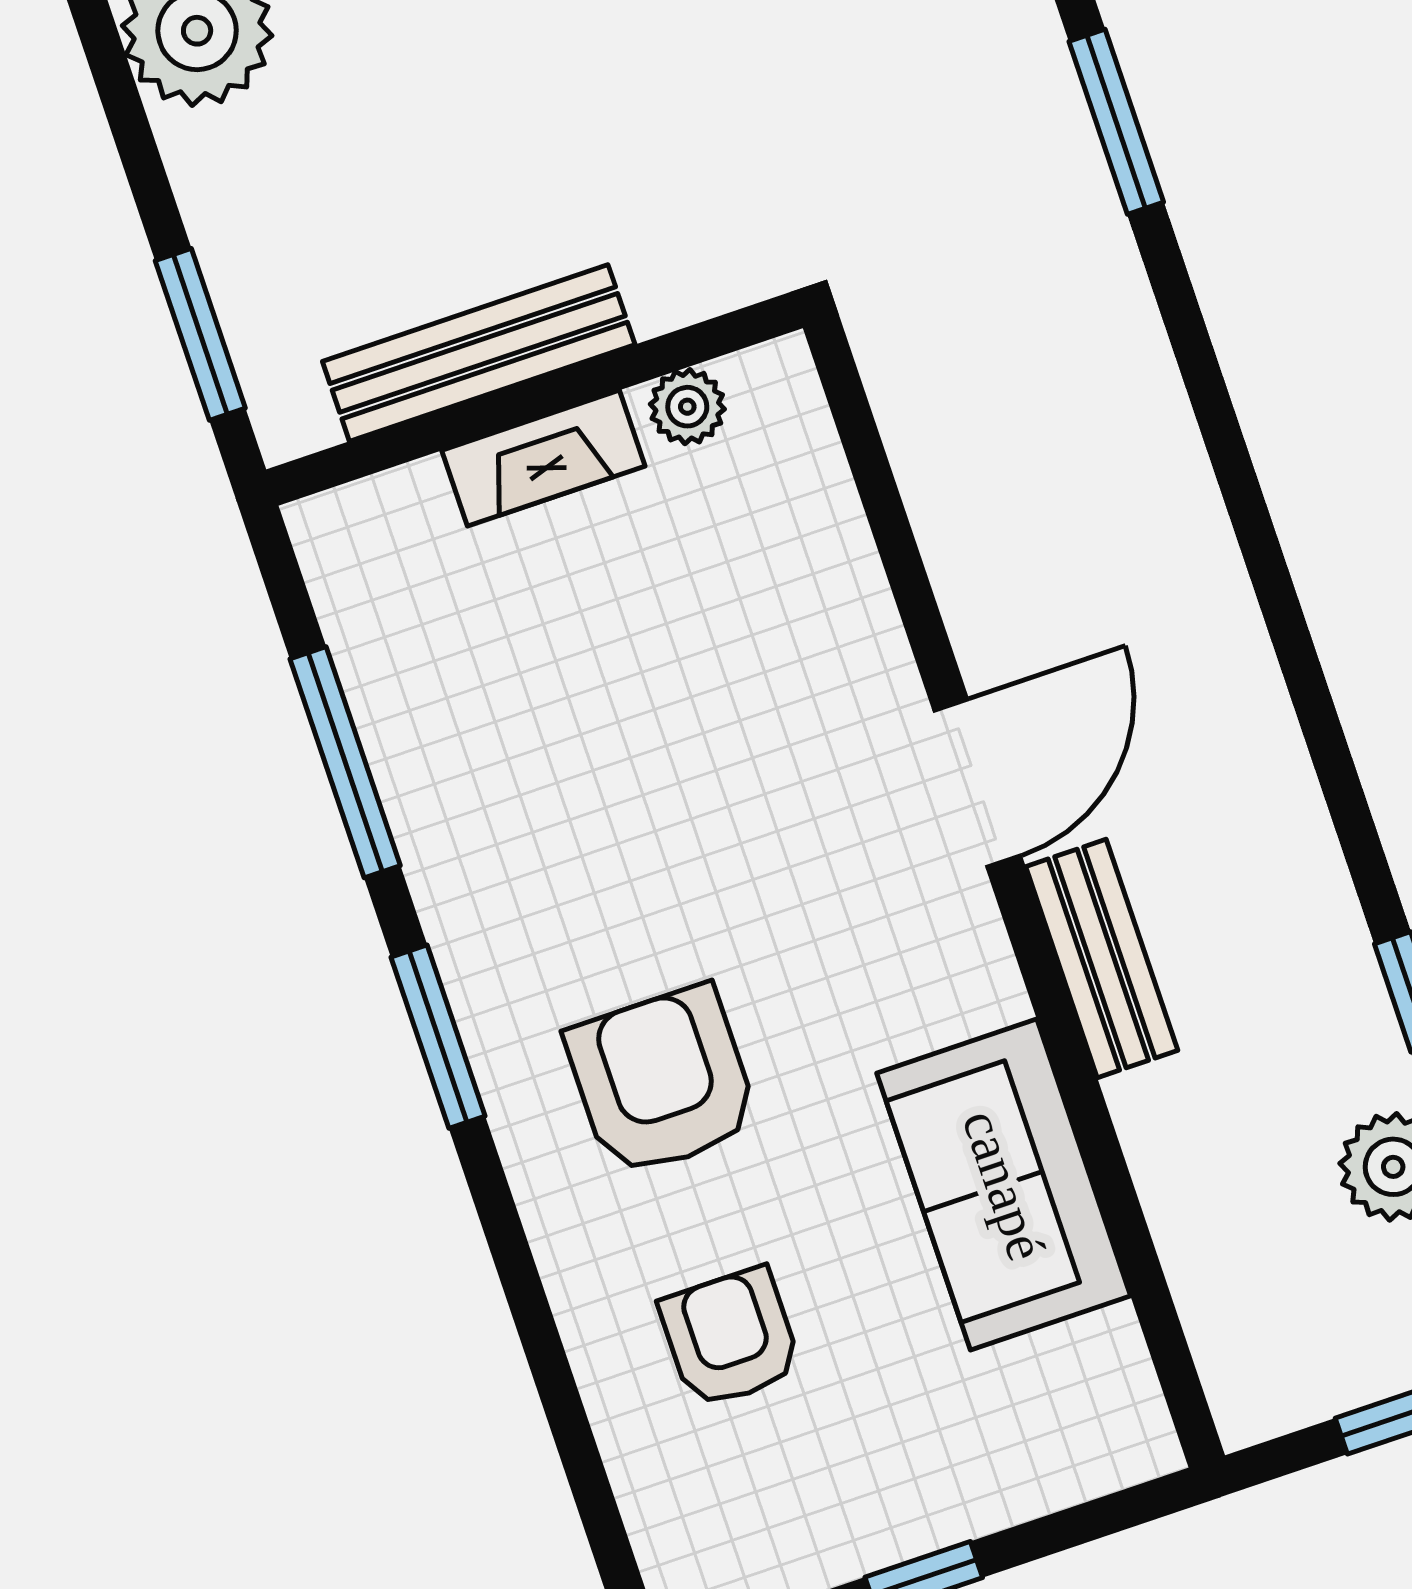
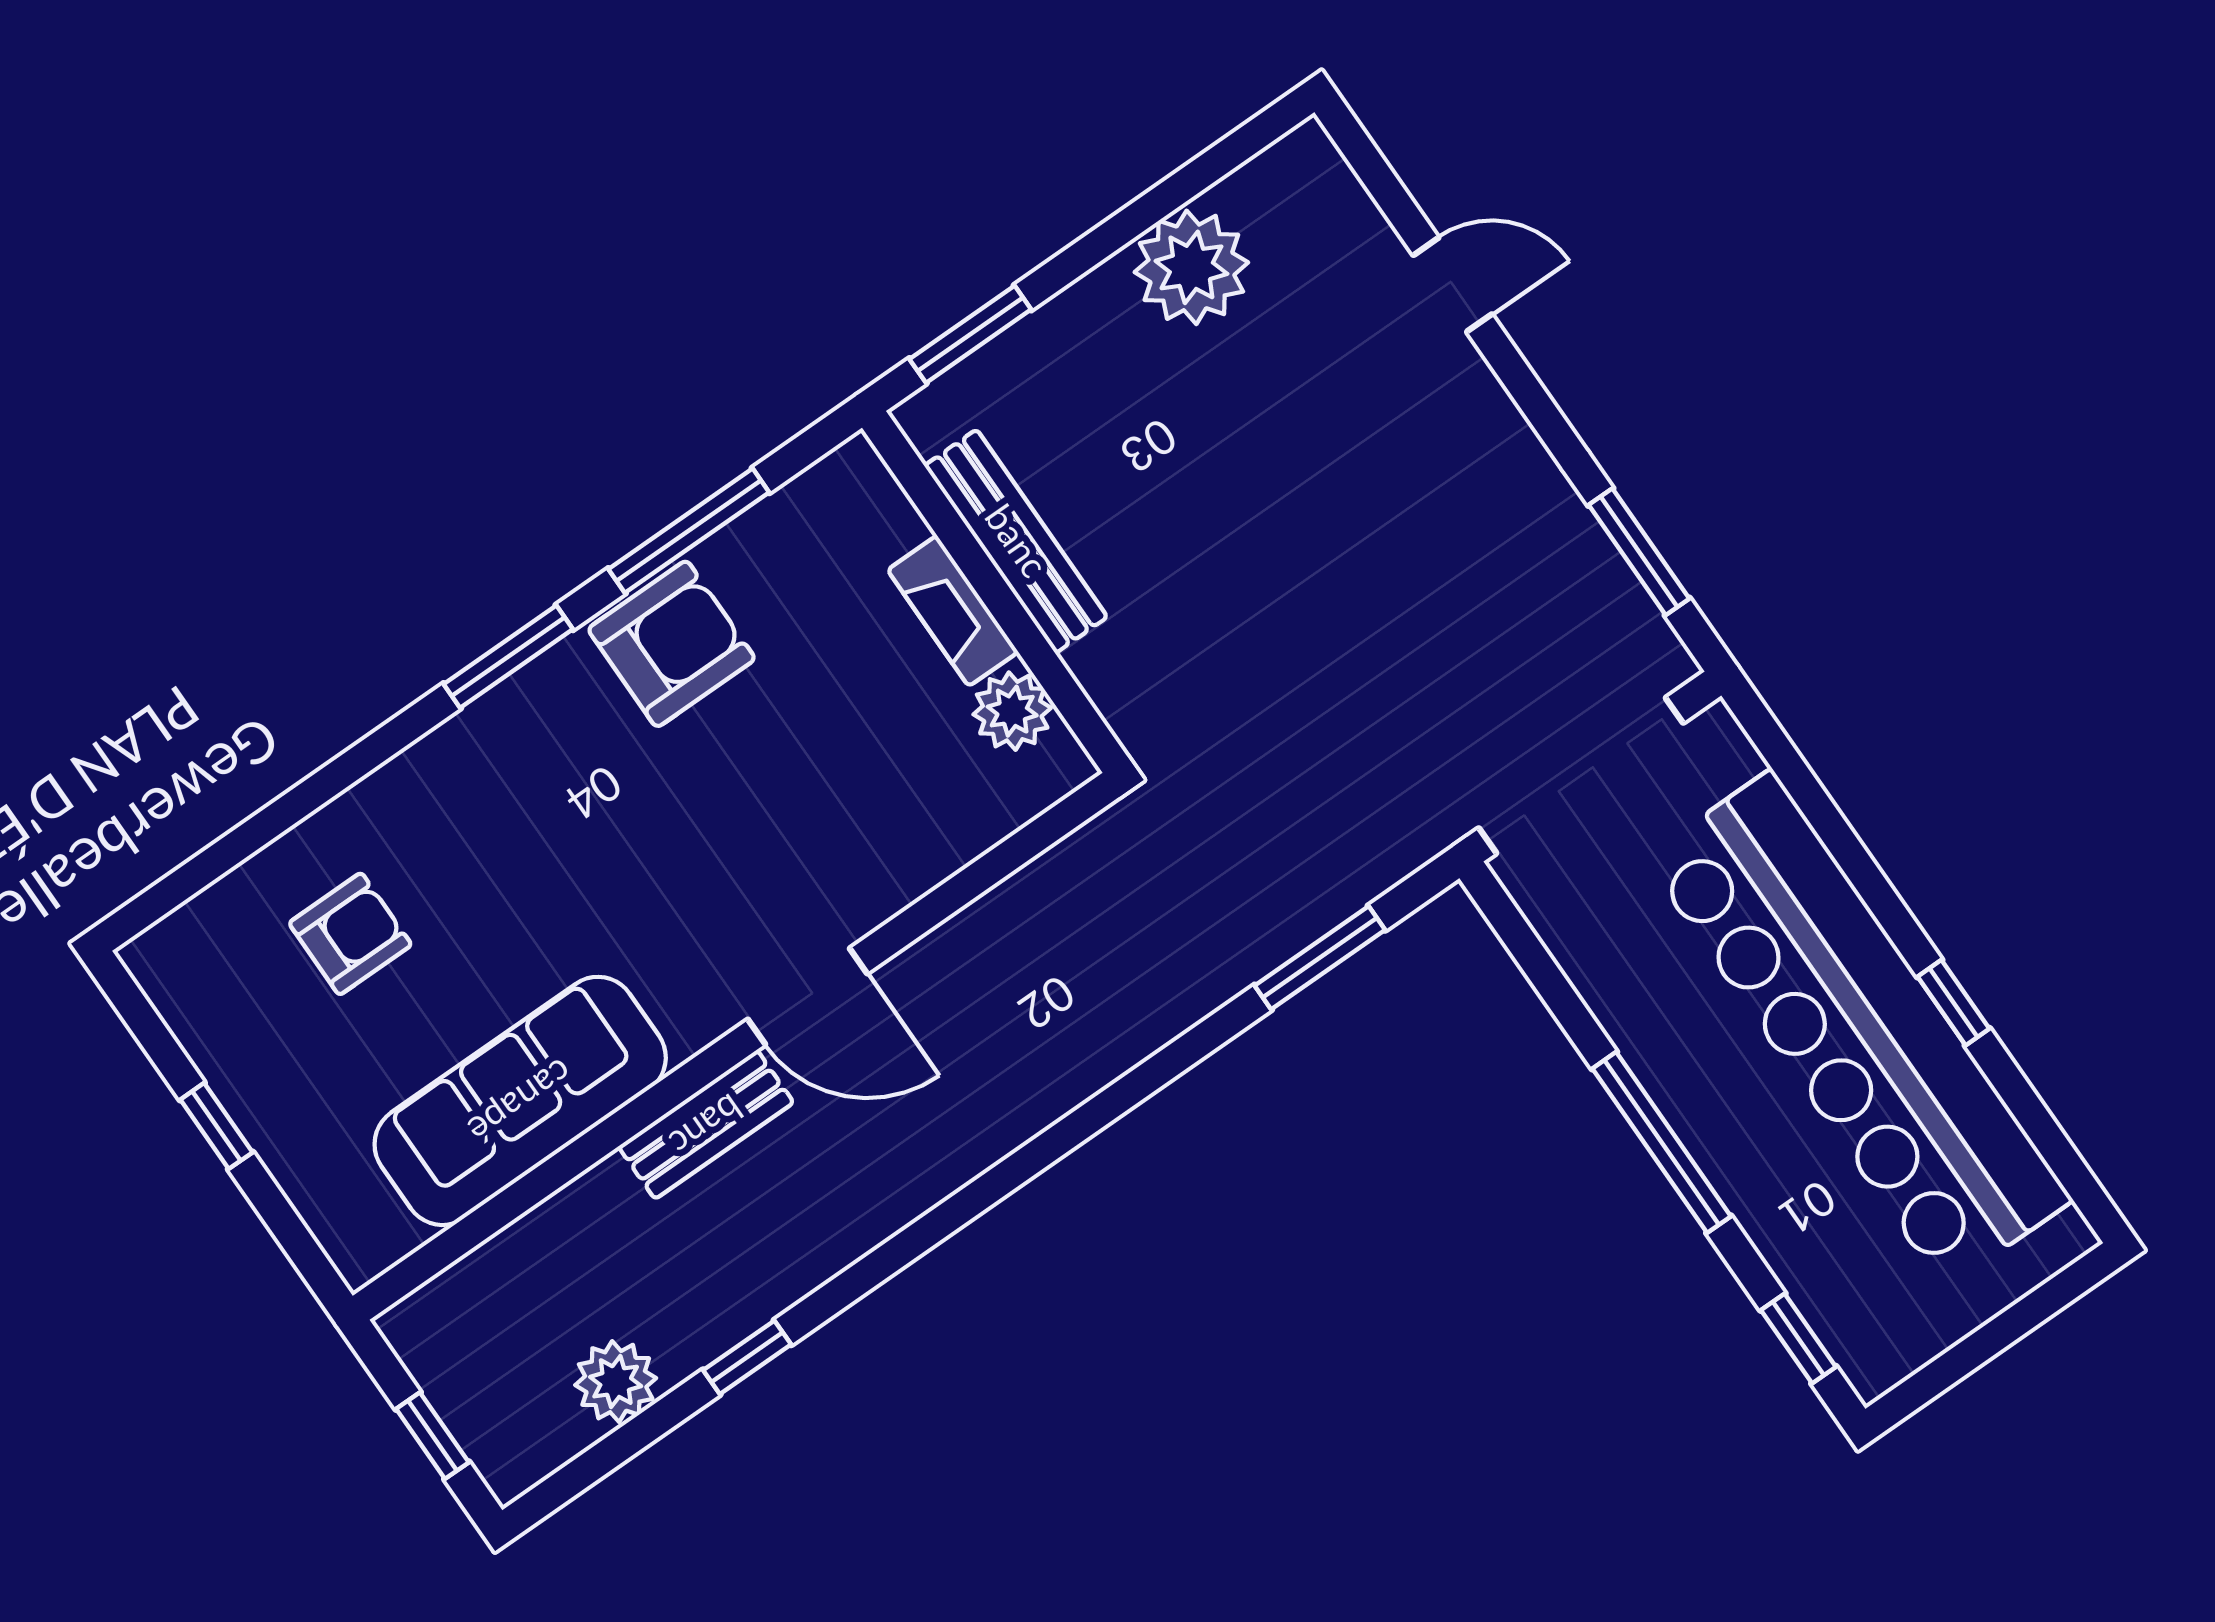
plant: (687, 407) -> (1012, 711), width x1.38, depth x1.38
armchair: (662, 1081) -> (672, 644), moved
sofa: (1004, 1185) -> (520, 1101), width x1.36

